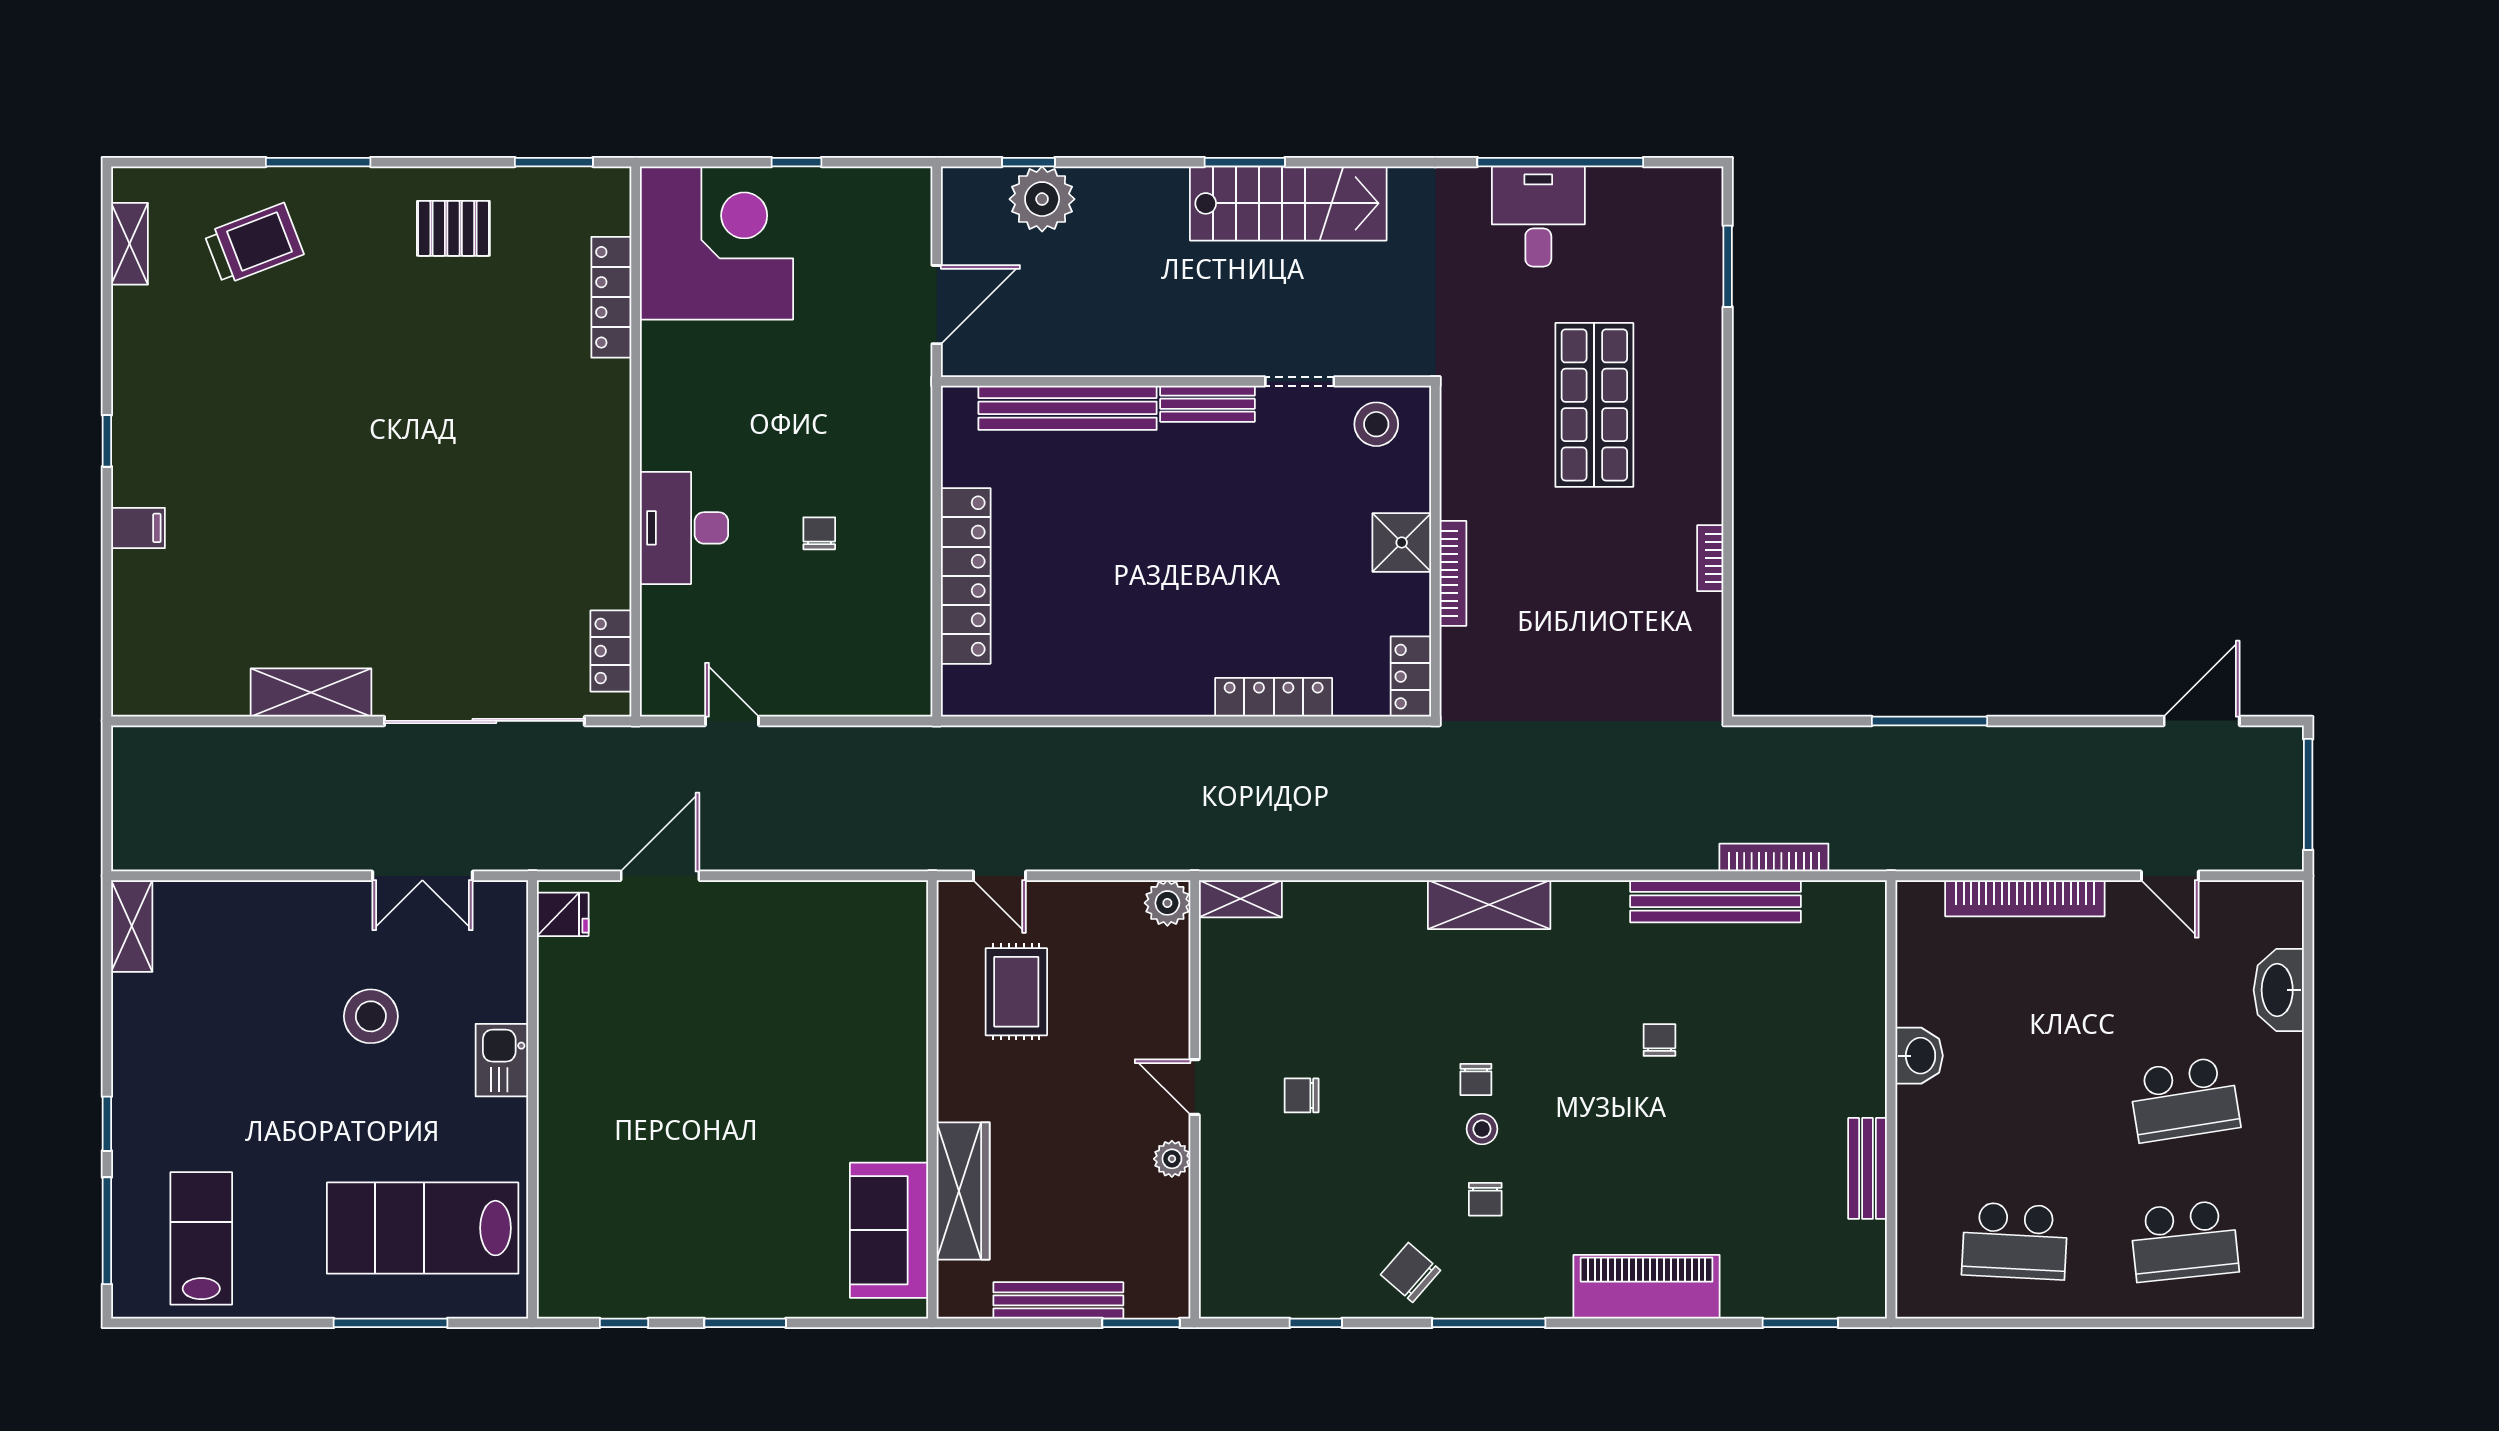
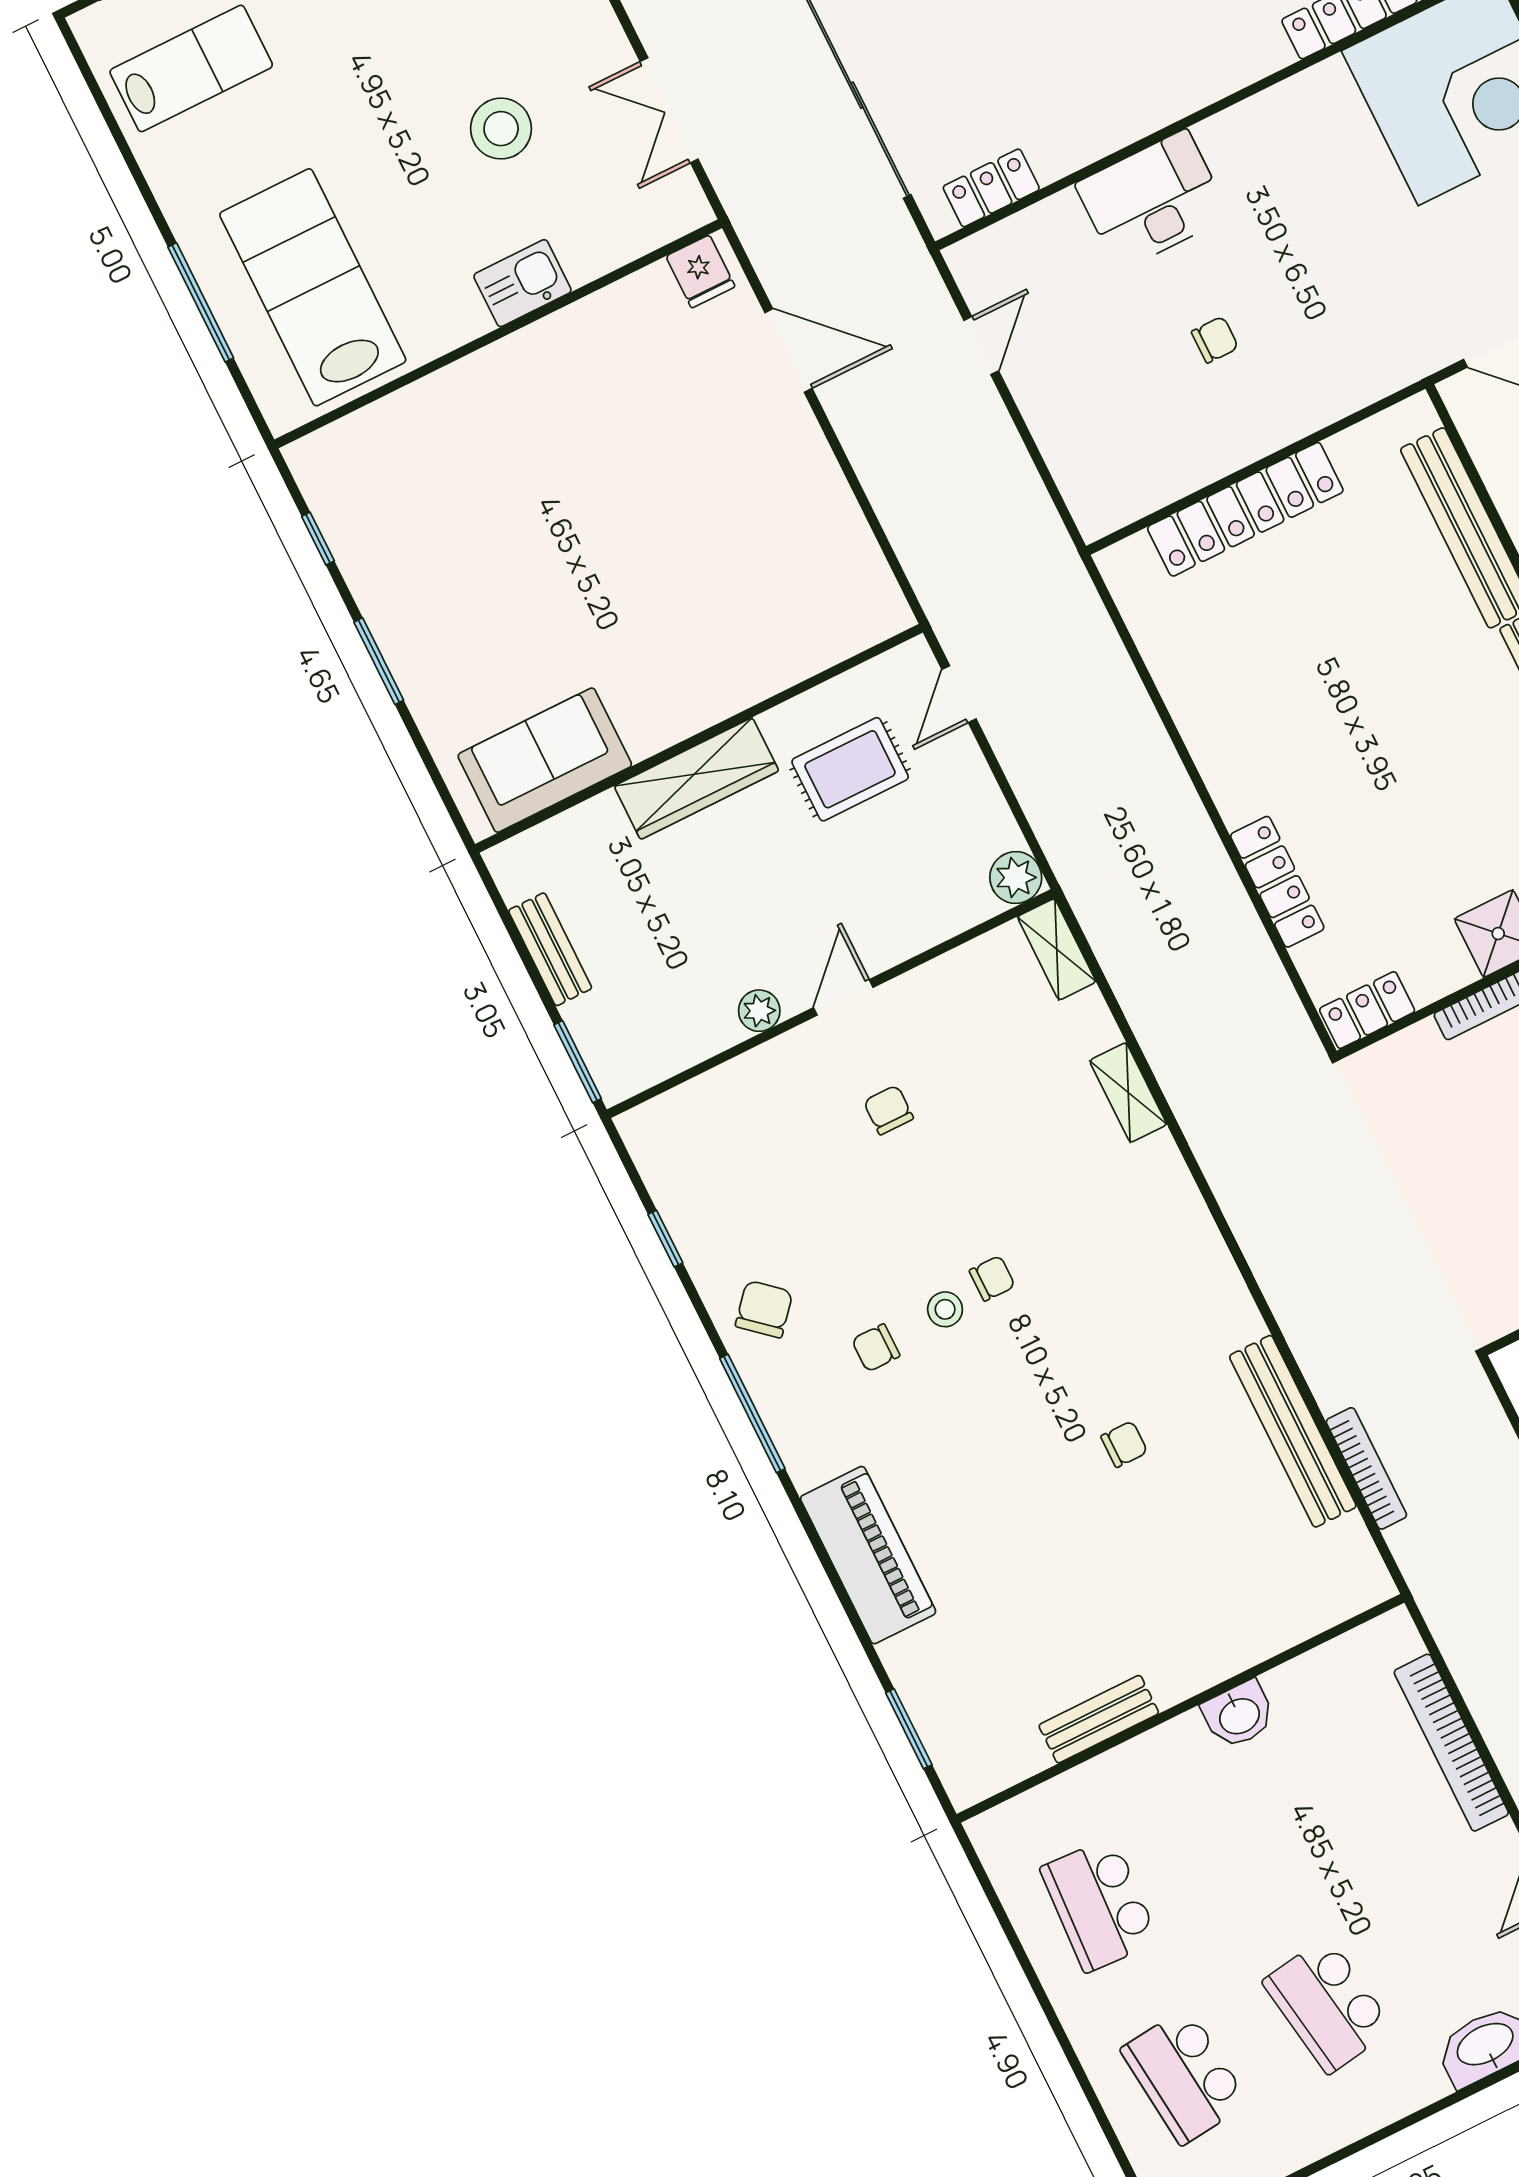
shelving: (1489, 905) -> (1128, 1093), moved, width x0.67, depth x0.75
chair: (1476, 1079) -> (992, 1278), turned 180
wardrobe: (963, 1191) -> (696, 778), moved
bench: (1058, 1300) -> (550, 949), width x0.73

